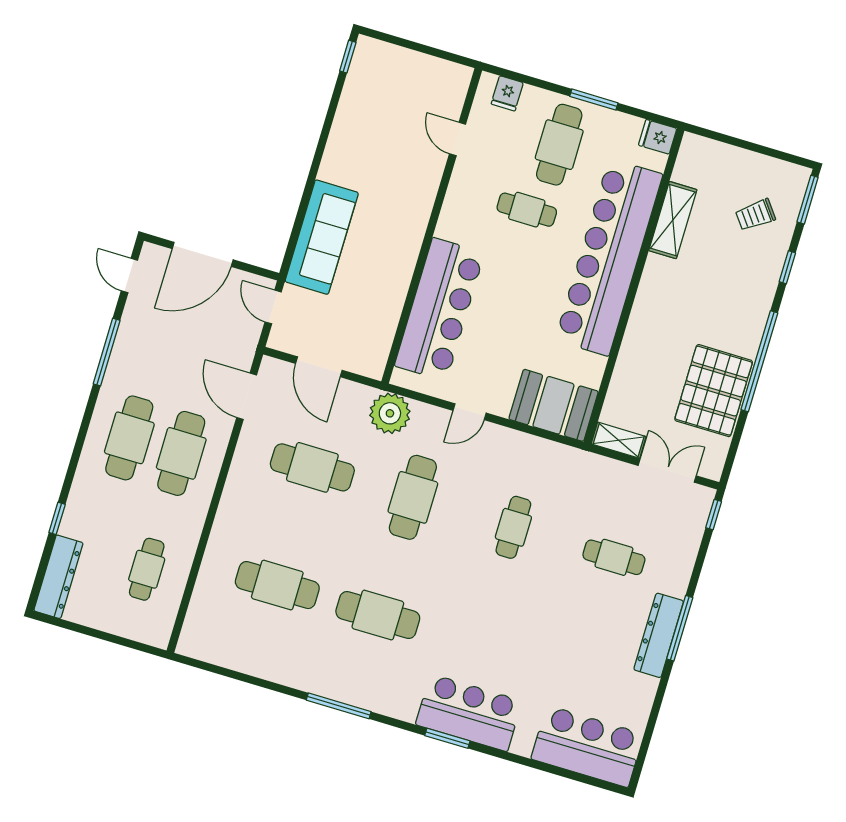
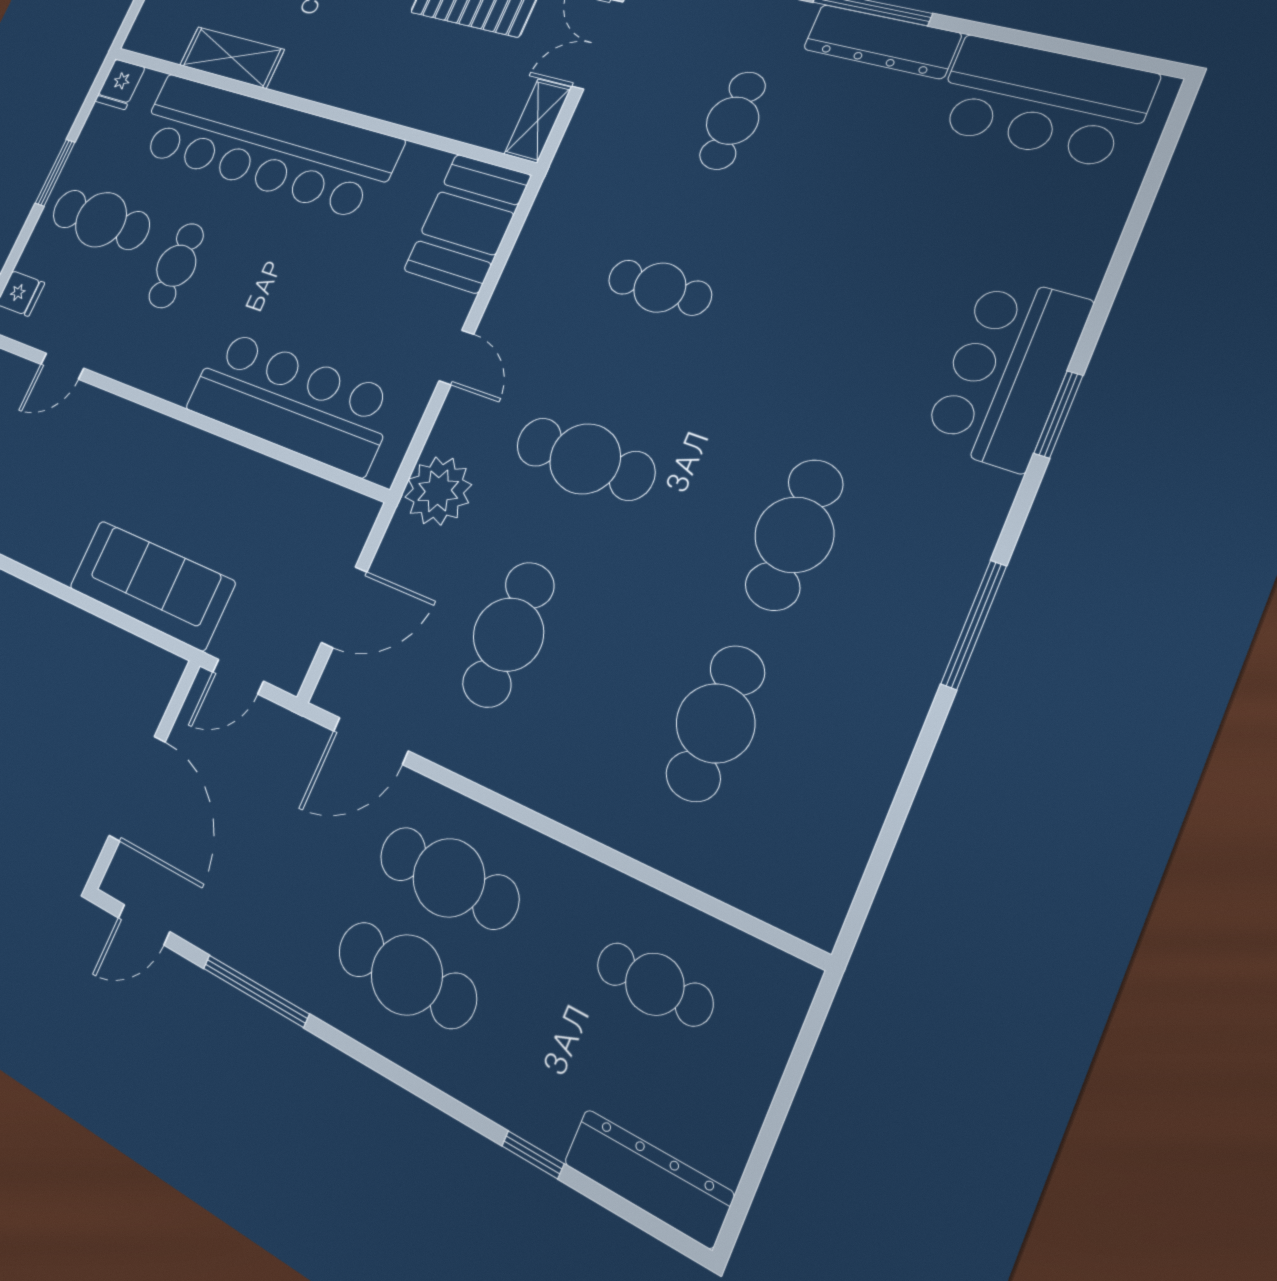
bar counter: (587, 746) -> (1042, 101), moved, turned -90

